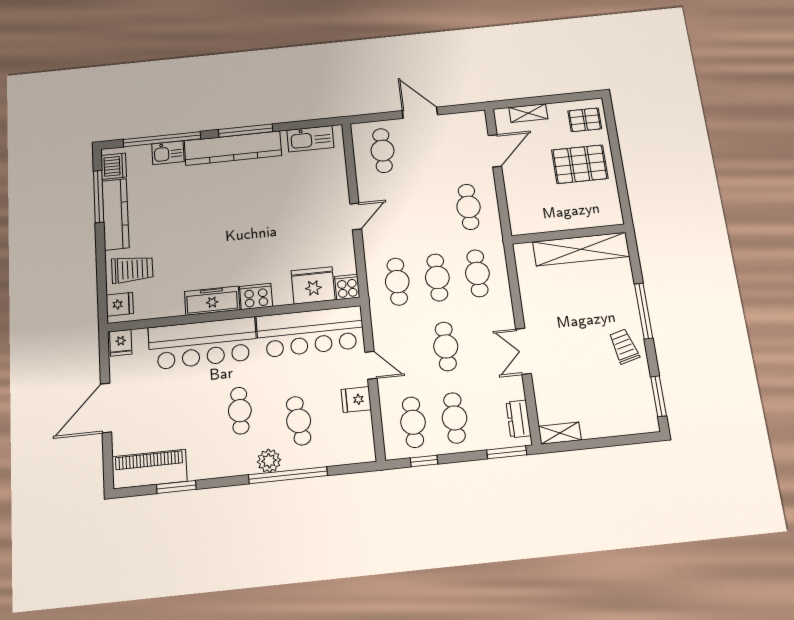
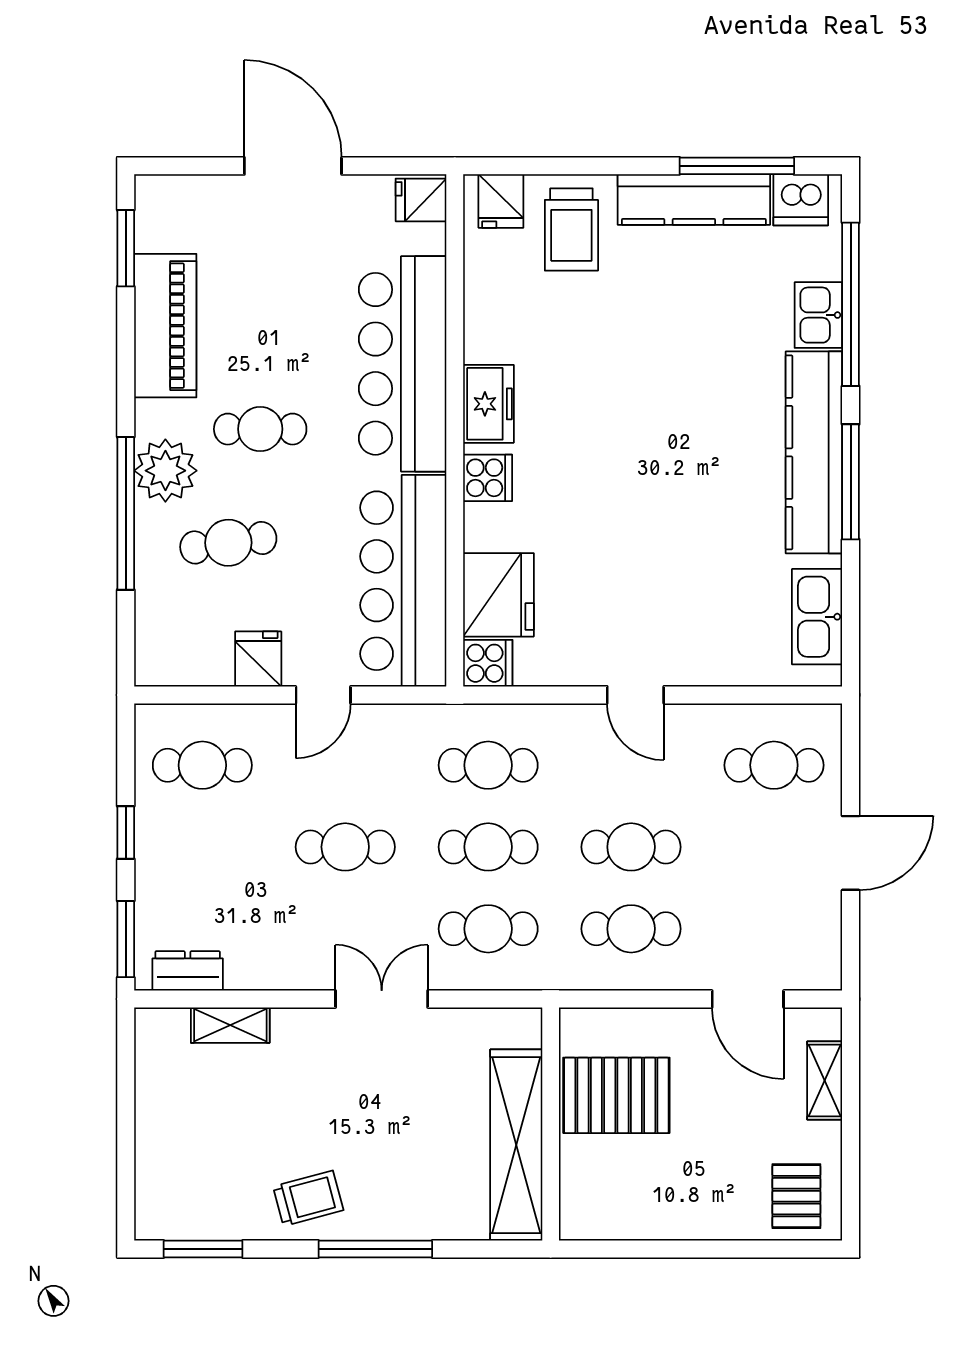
pallet: (580, 164) -> (616, 1095), moved, turned 90
cooker: (256, 296) -> (488, 478), width x0.73
freezer: (212, 301) -> (489, 404), width x0.71
double door: (523, 351) -> (382, 999), moved
cafe table: (455, 418) -> (631, 847), moved
shelving: (560, 433) -> (230, 1025), moved, turned 90
plant: (269, 461) -> (165, 471), width x1.36, depth x1.36
window: (424, 461) -> (126, 833), moved
piano: (149, 469) -> (165, 326), moved
window: (176, 487) -> (126, 248), moved

